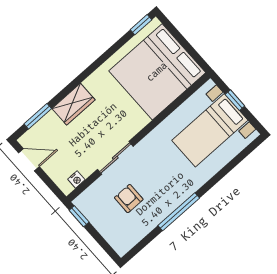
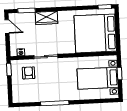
armchair: (129, 199) -> (29, 73), moved

